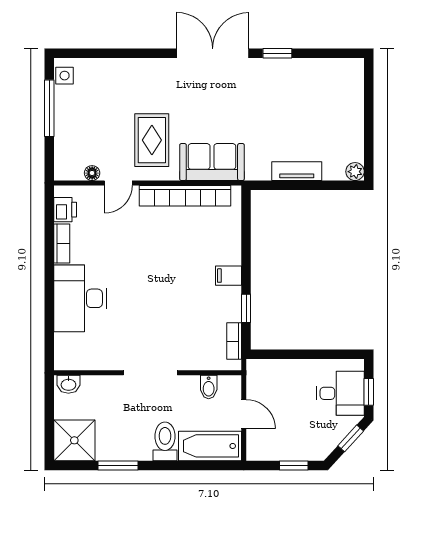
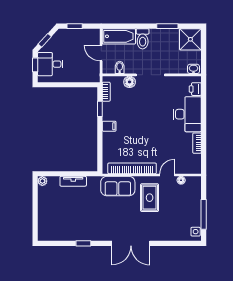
double door: (213, 53) -> (131, 243), moved
printer: (65, 210) -> (195, 89), moved
floor lamp: (190, 360) -> (130, 82), added

